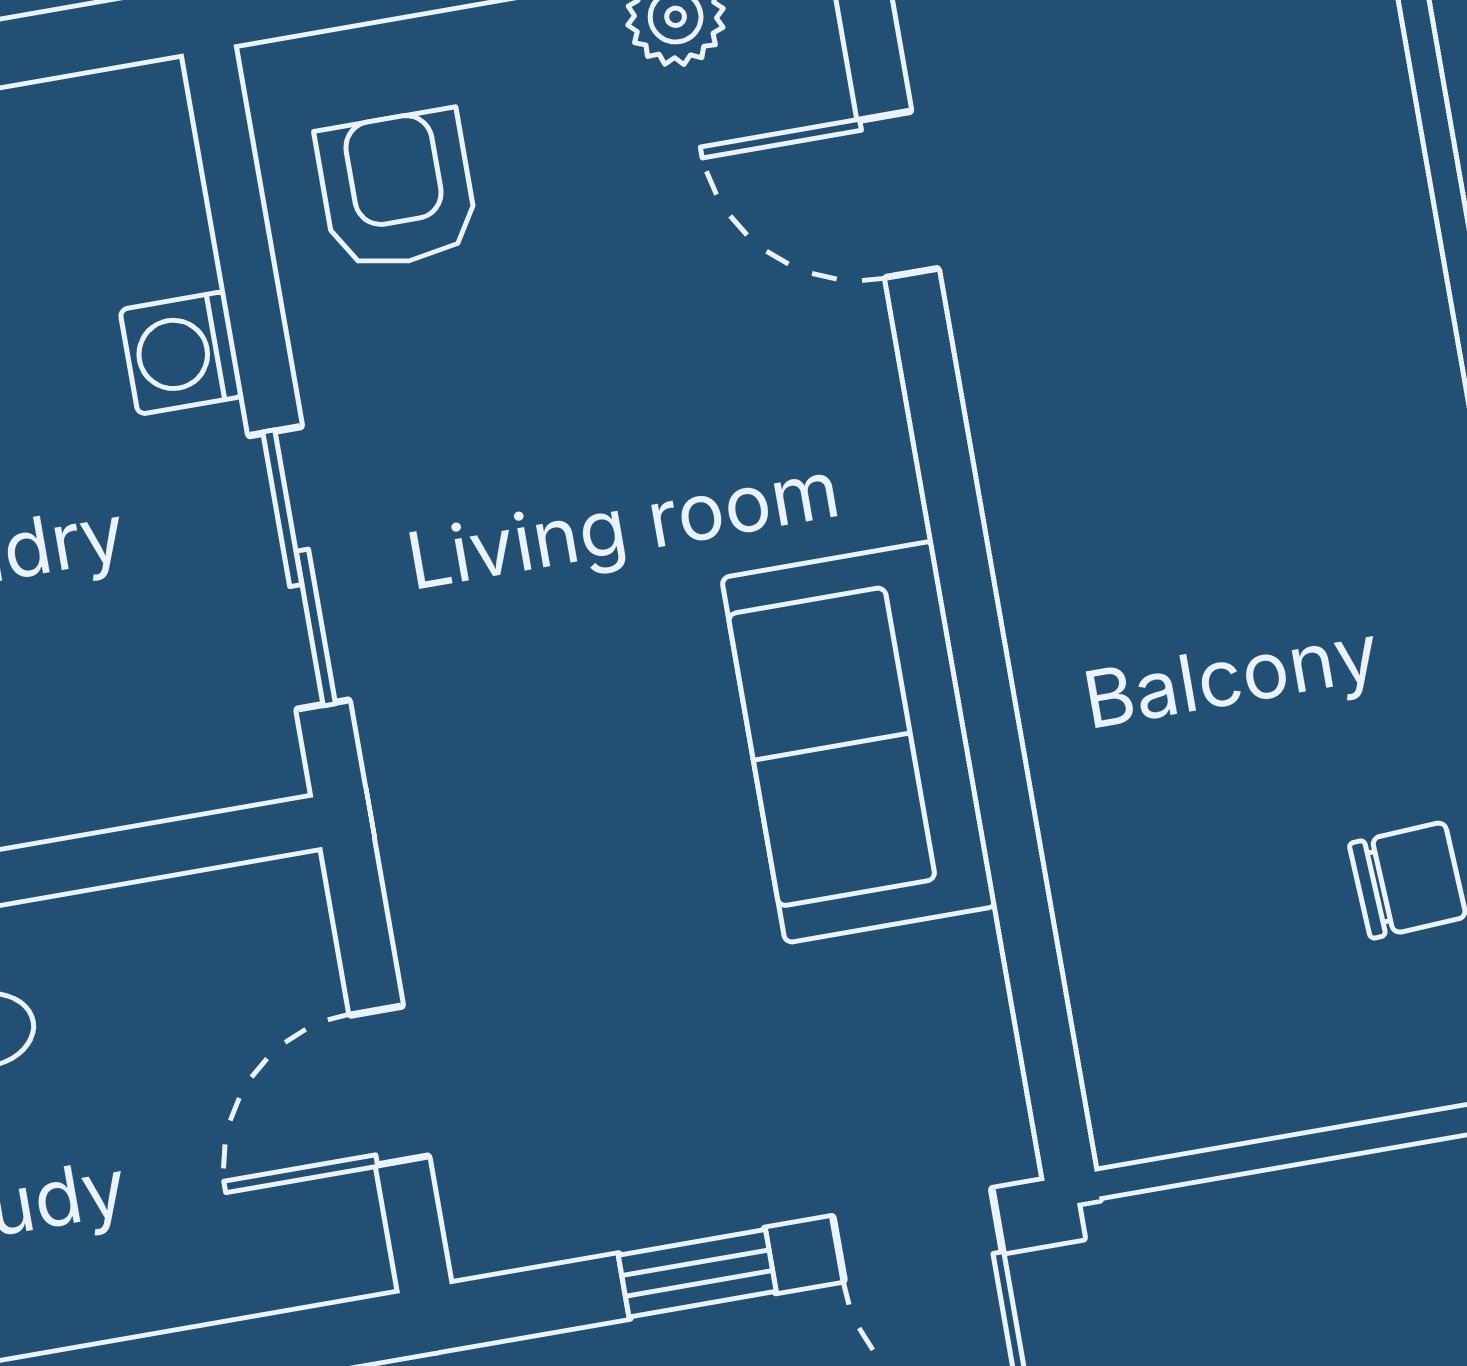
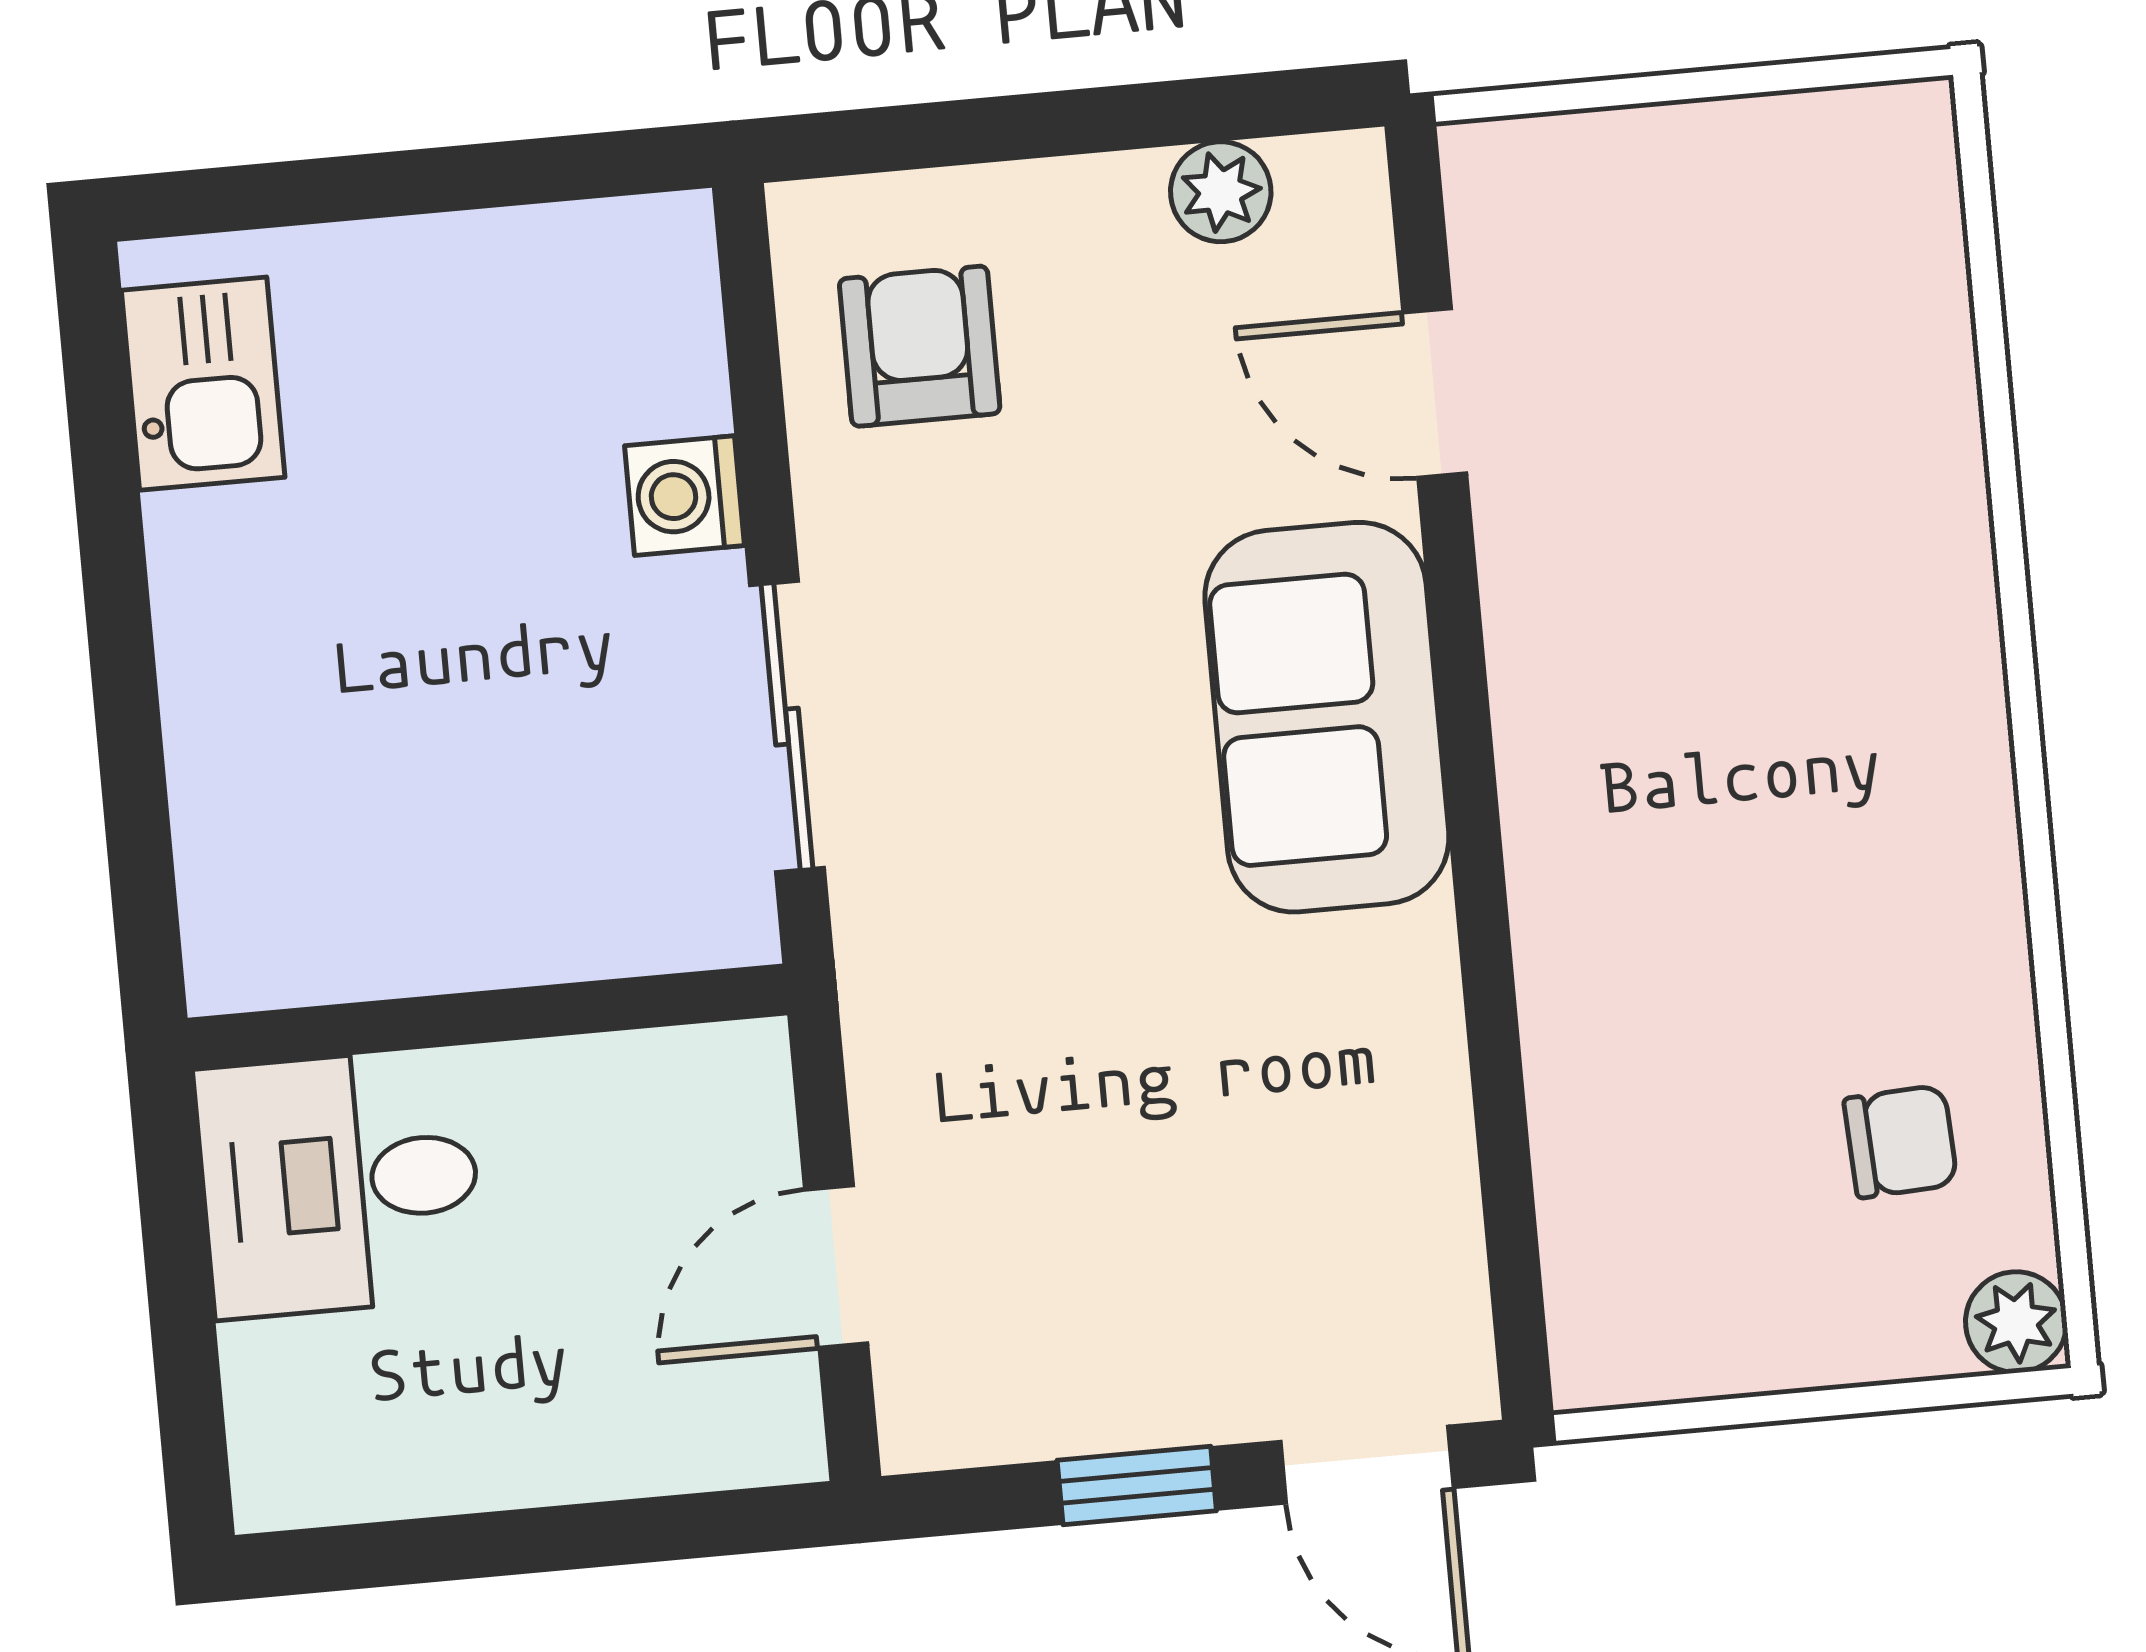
sofa: (859, 742) -> (1327, 717), moved

